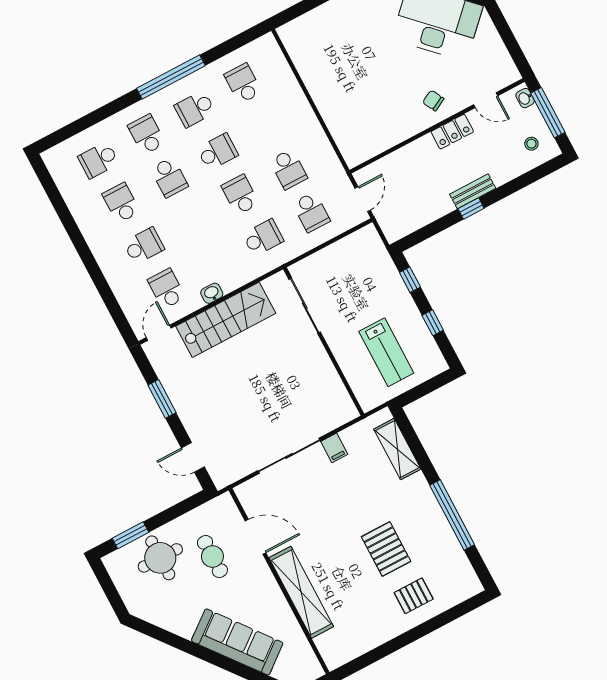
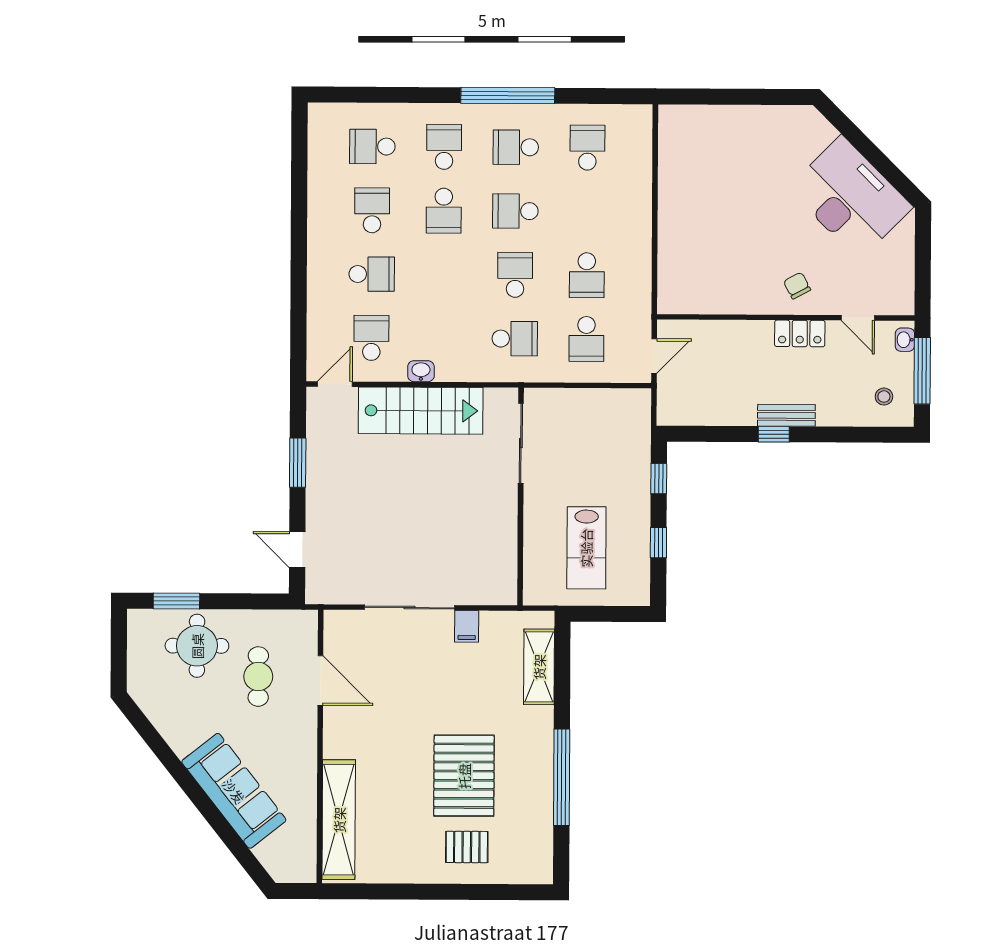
school desk: (218, 152) -> (515, 211), turned 180
pallet: (386, 549) -> (464, 776), width x1.37, depth x1.41
shelving: (301, 592) -> (339, 820), moved

